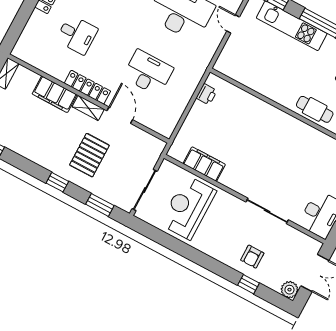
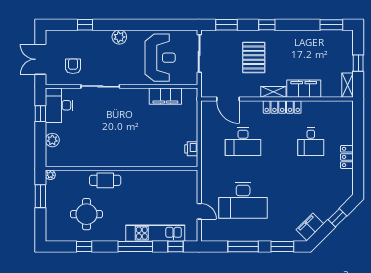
desk: (77, 35) -> (311, 142), turned -90
door: (120, 115) -> (228, 99), moved
armchair: (252, 257) -> (73, 66), moved
plant: (289, 290) -> (119, 37), moved

